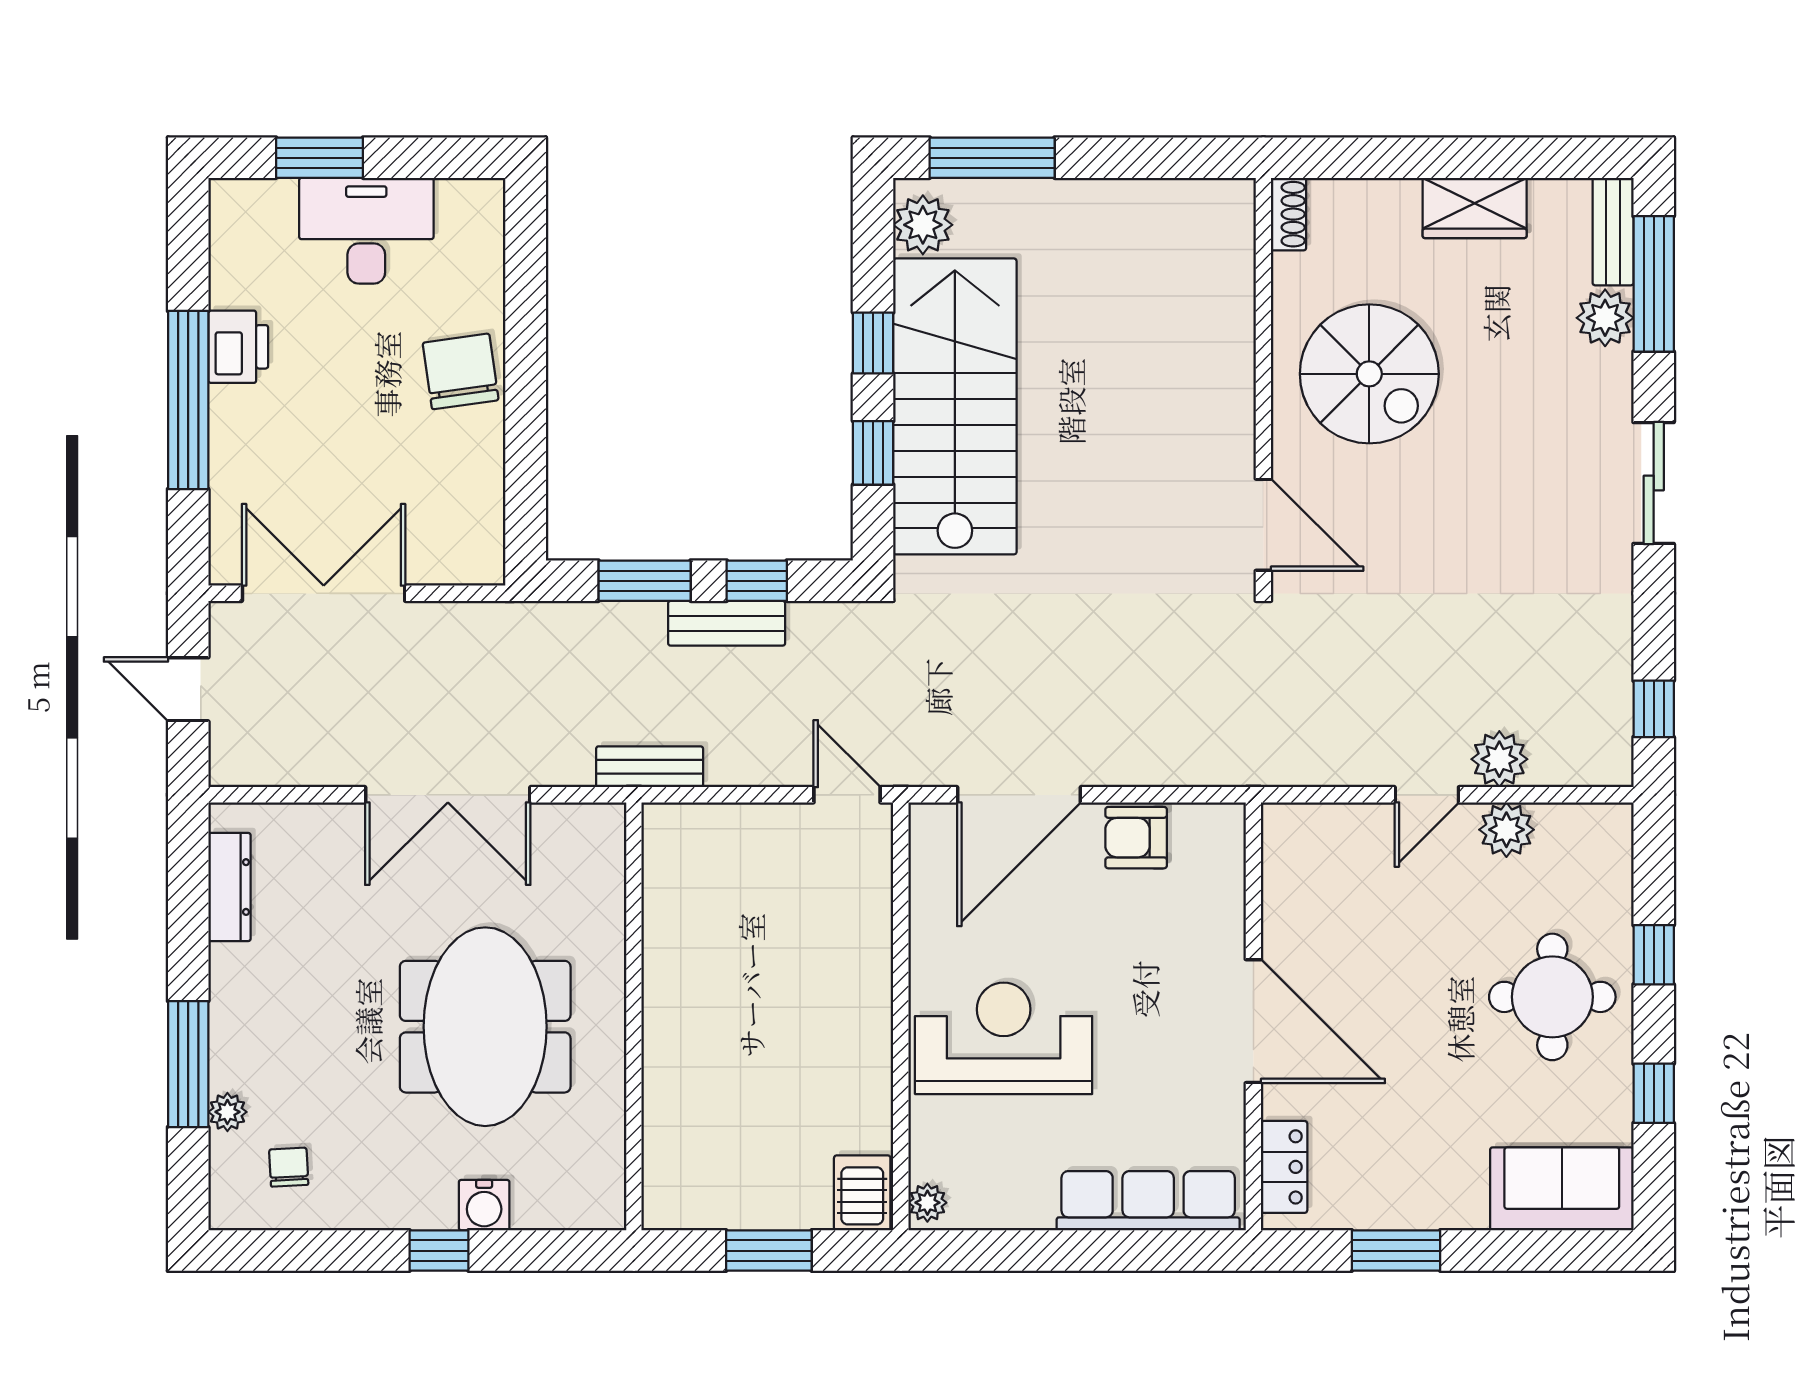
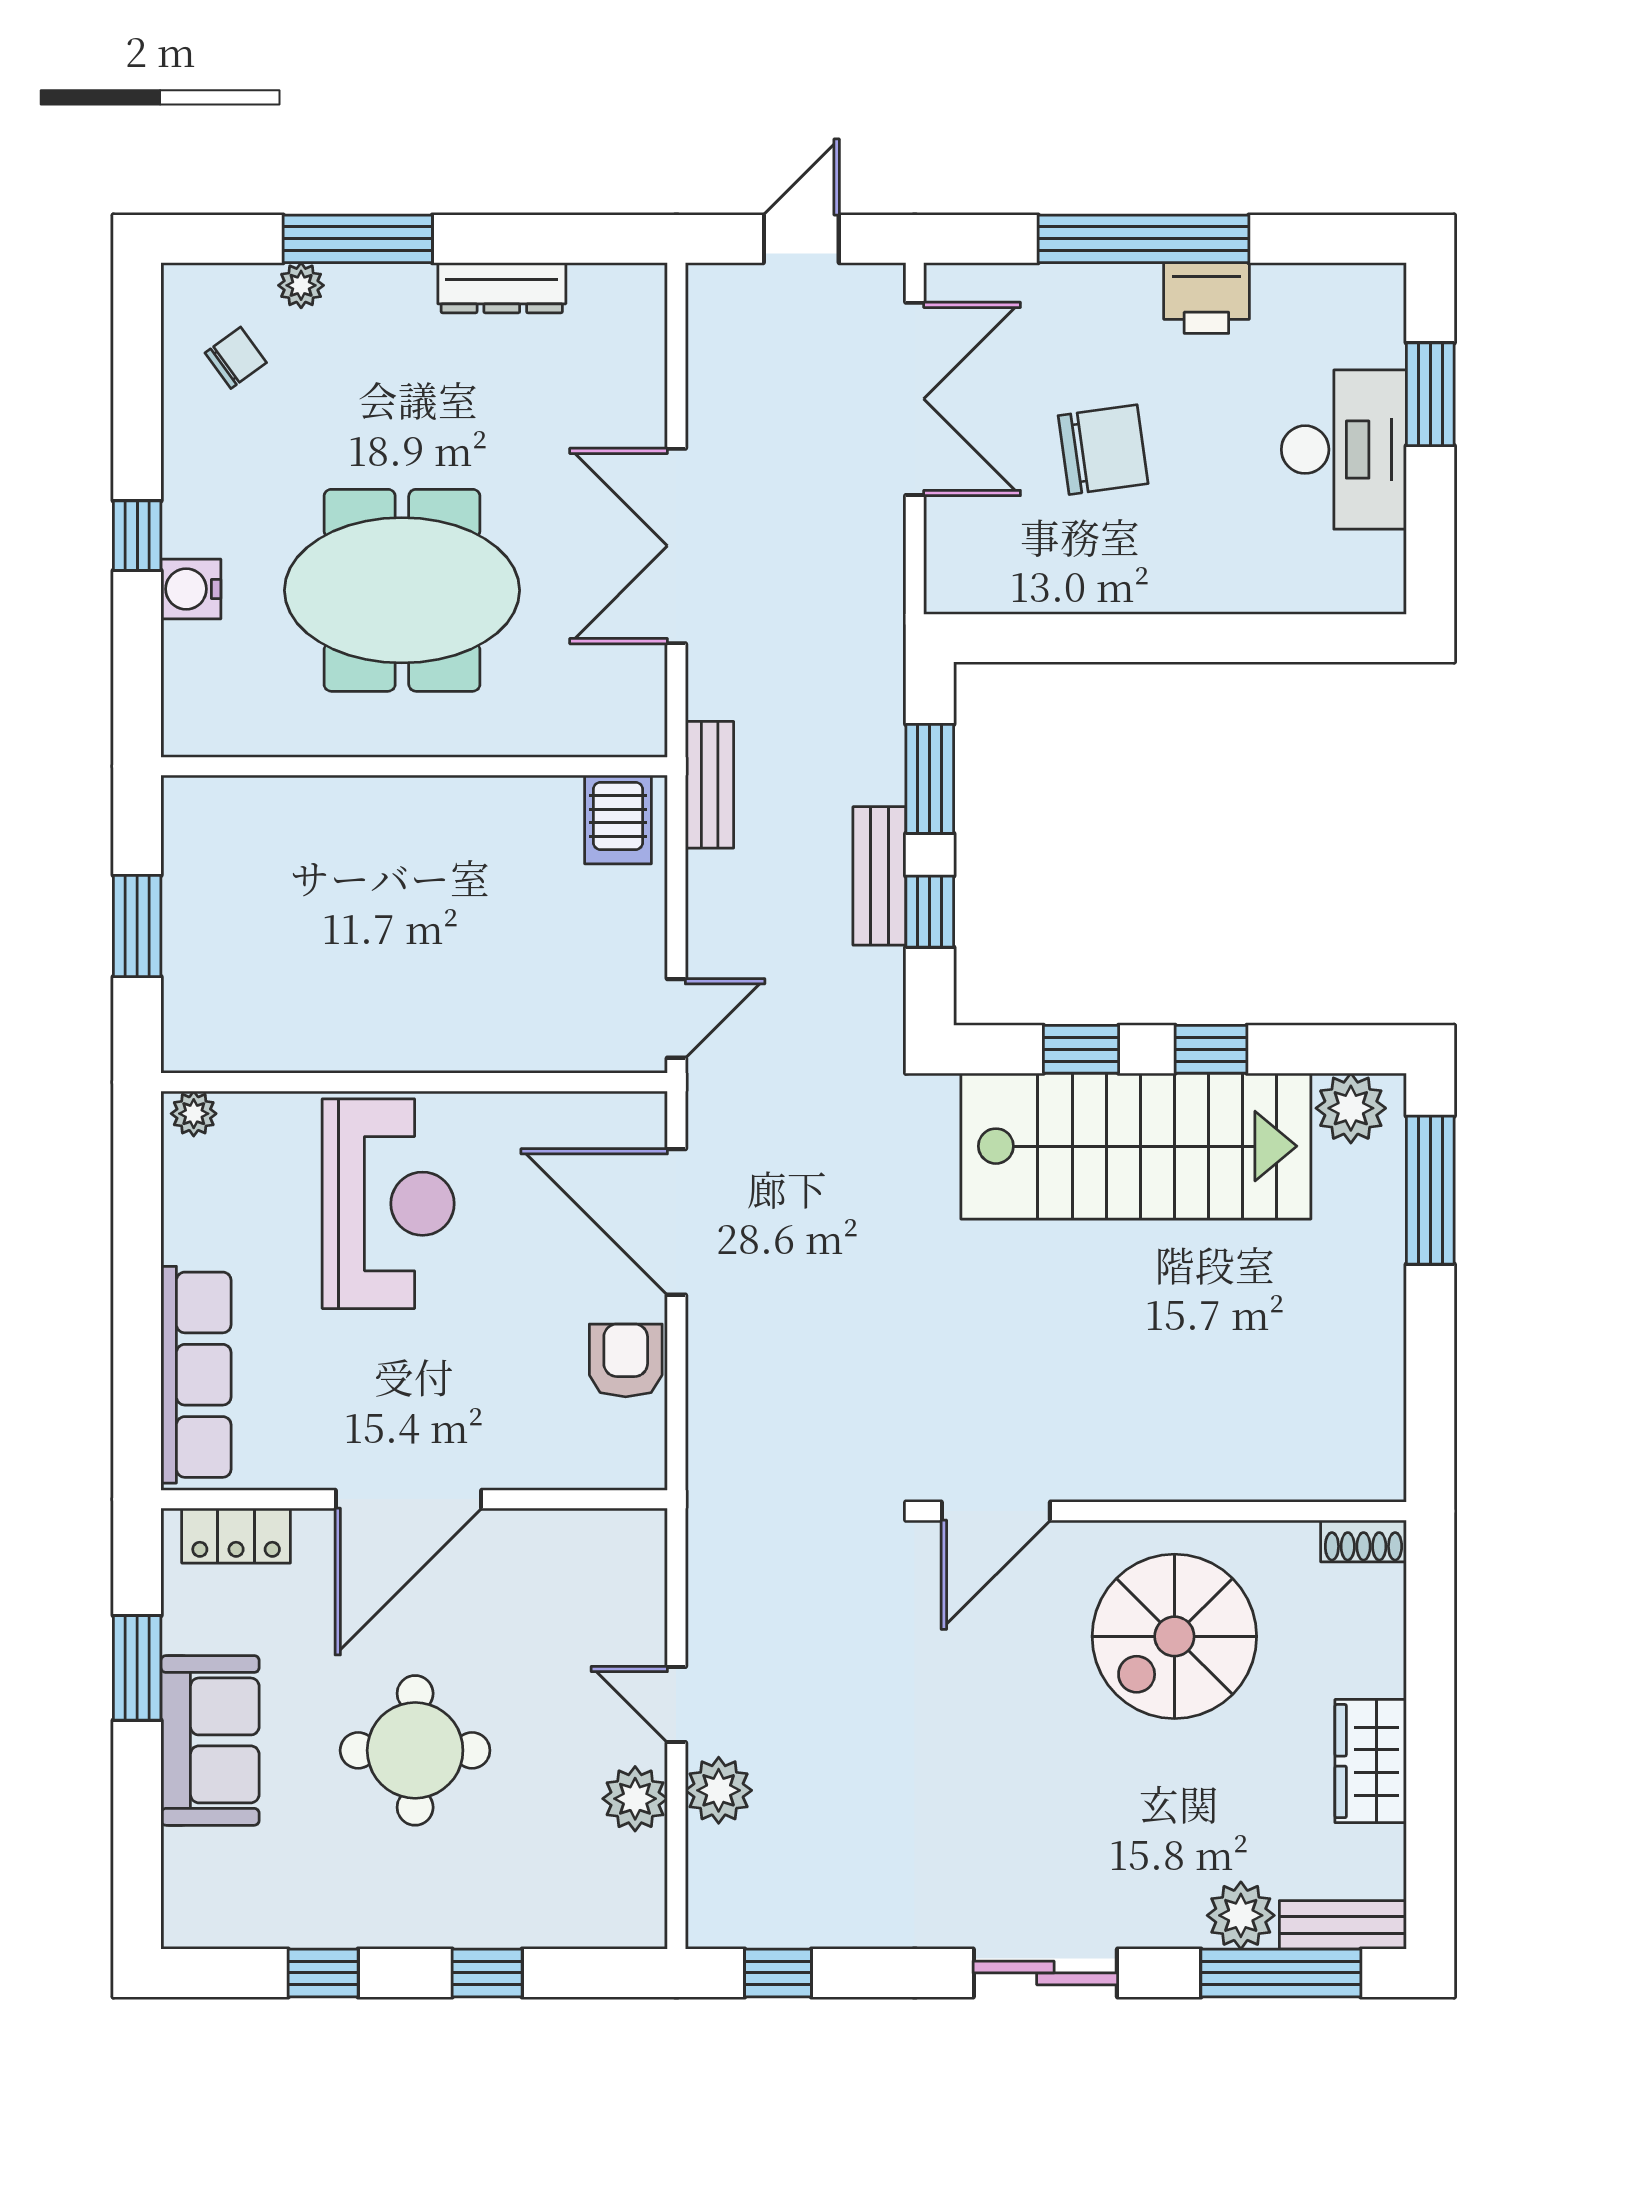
chair: (461, 371) -> (1103, 450), moved
dresser: (230, 887) -> (502, 288), moved
round table: (1552, 997) -> (415, 1750), moved
chair: (289, 1167) -> (236, 358), turned -33
sofa: (1562, 1189) -> (210, 1740), moved
server rack: (862, 1193) -> (618, 819), moved, turned 90

